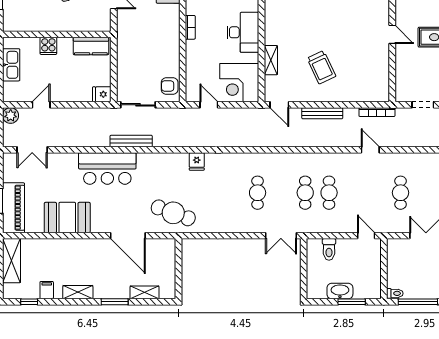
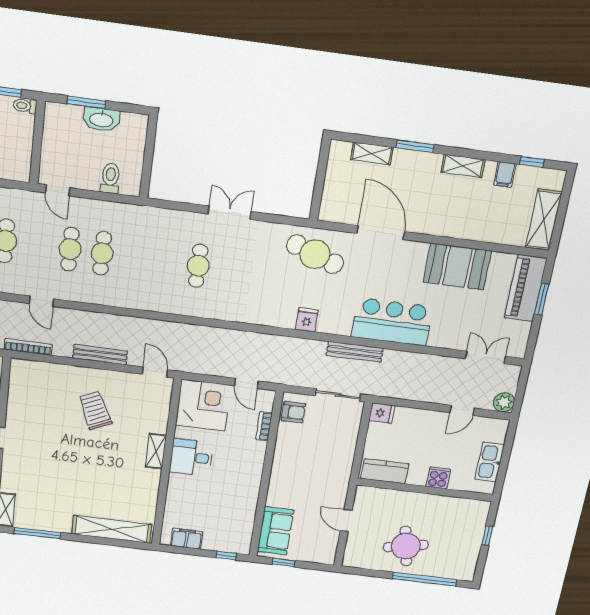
bookcase: (190, 27) -> (264, 426), moved
desk: (243, 32) -> (191, 457), width x0.73
shelving: (271, 60) -> (156, 451), moved
fridge: (197, 161) -> (307, 320), moved
cafe table: (305, 193) -> (70, 249), moved
double door: (281, 236) -> (230, 213), moved

